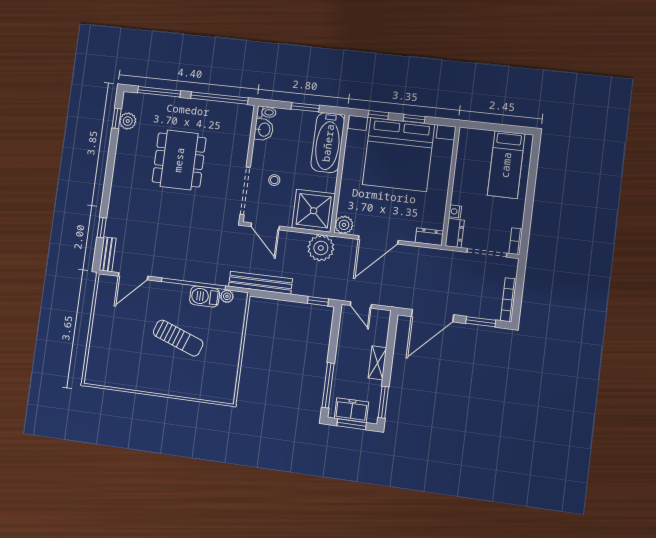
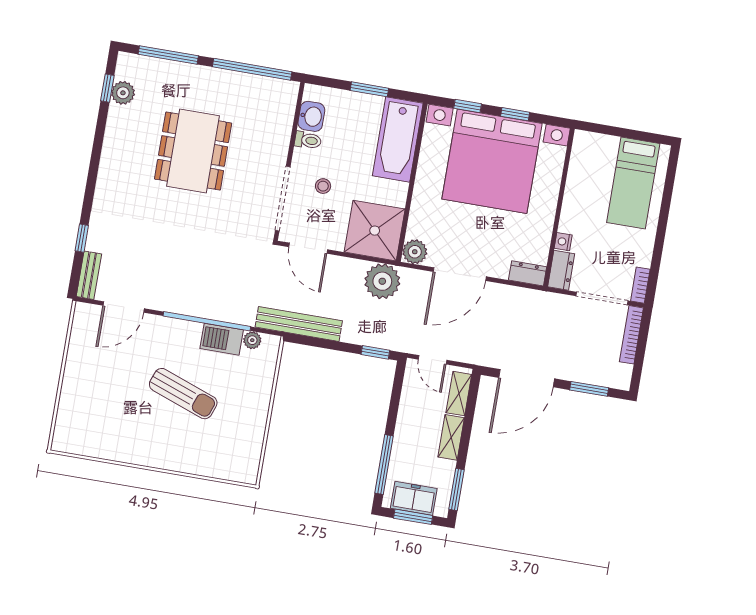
toilet: (266, 112) -> (308, 140), moved
bookcase: (509, 300) -> (631, 335), moved
shelving: (382, 329) -> (459, 394), added

